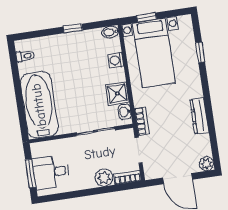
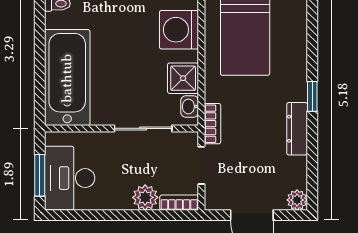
window: (200, 52) -> (312, 96), moved
washing machine: (116, 60) -> (179, 30), width x1.89, depth x1.89
desk: (51, 172) -> (70, 178), width x1.37

